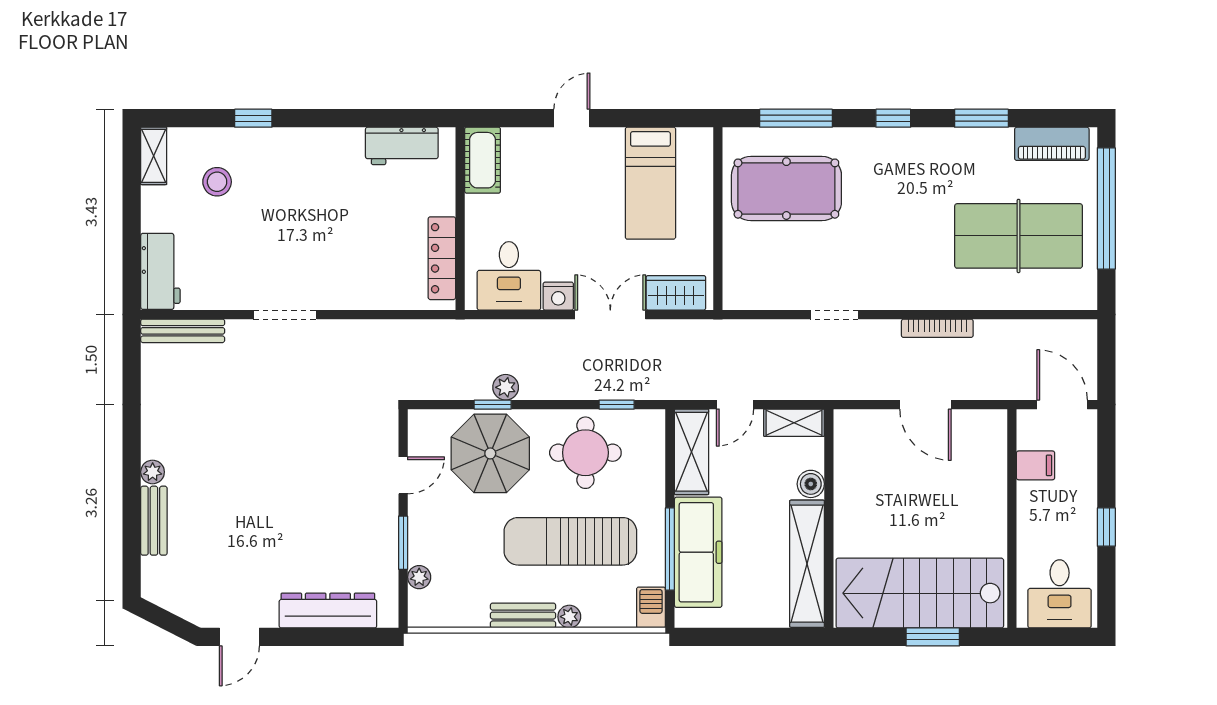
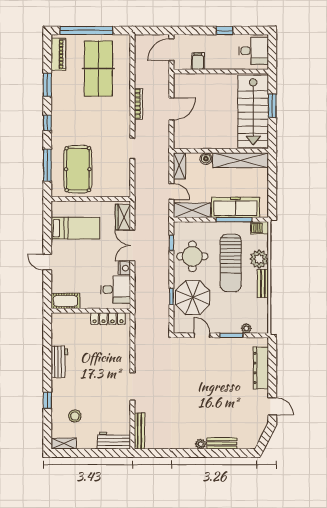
workbench: (402, 146) -> (59, 362), moved
plant: (506, 387) -> (164, 291), removed
plant: (569, 617) -> (259, 259), width x1.88, depth x1.88

